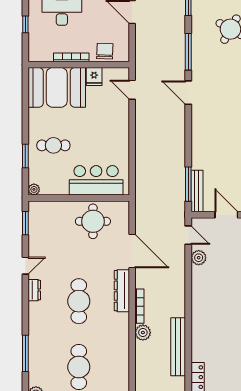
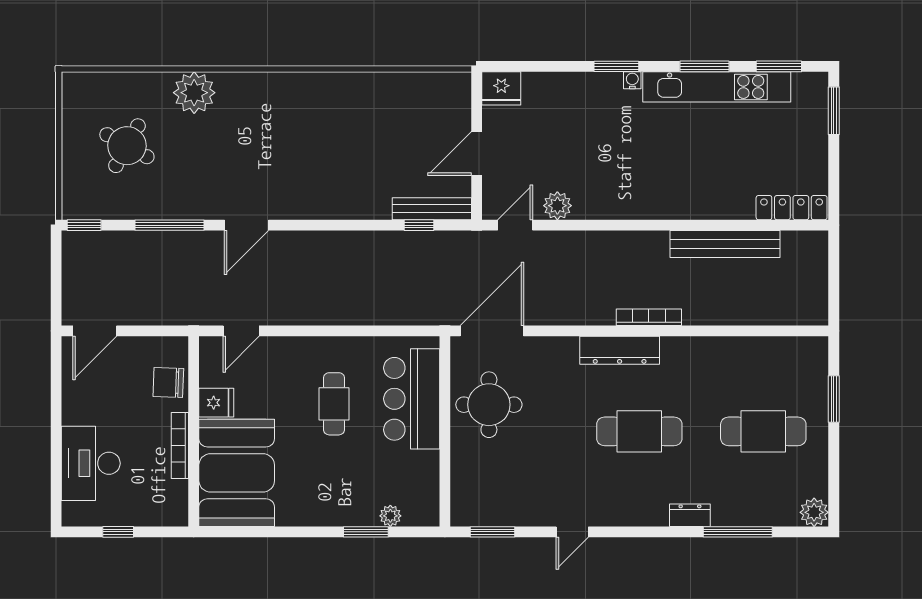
cafe table: (53, 145) -> (334, 404), moved
window: (188, 184) -> (419, 225), width x0.46
plant: (34, 189) -> (390, 516), moved
door: (132, 251) -> (492, 331), moved
door: (25, 266) -> (572, 532), swing flipped
dresser: (34, 290) -> (690, 515), moved
plant: (143, 333) -> (698, 311), removed

